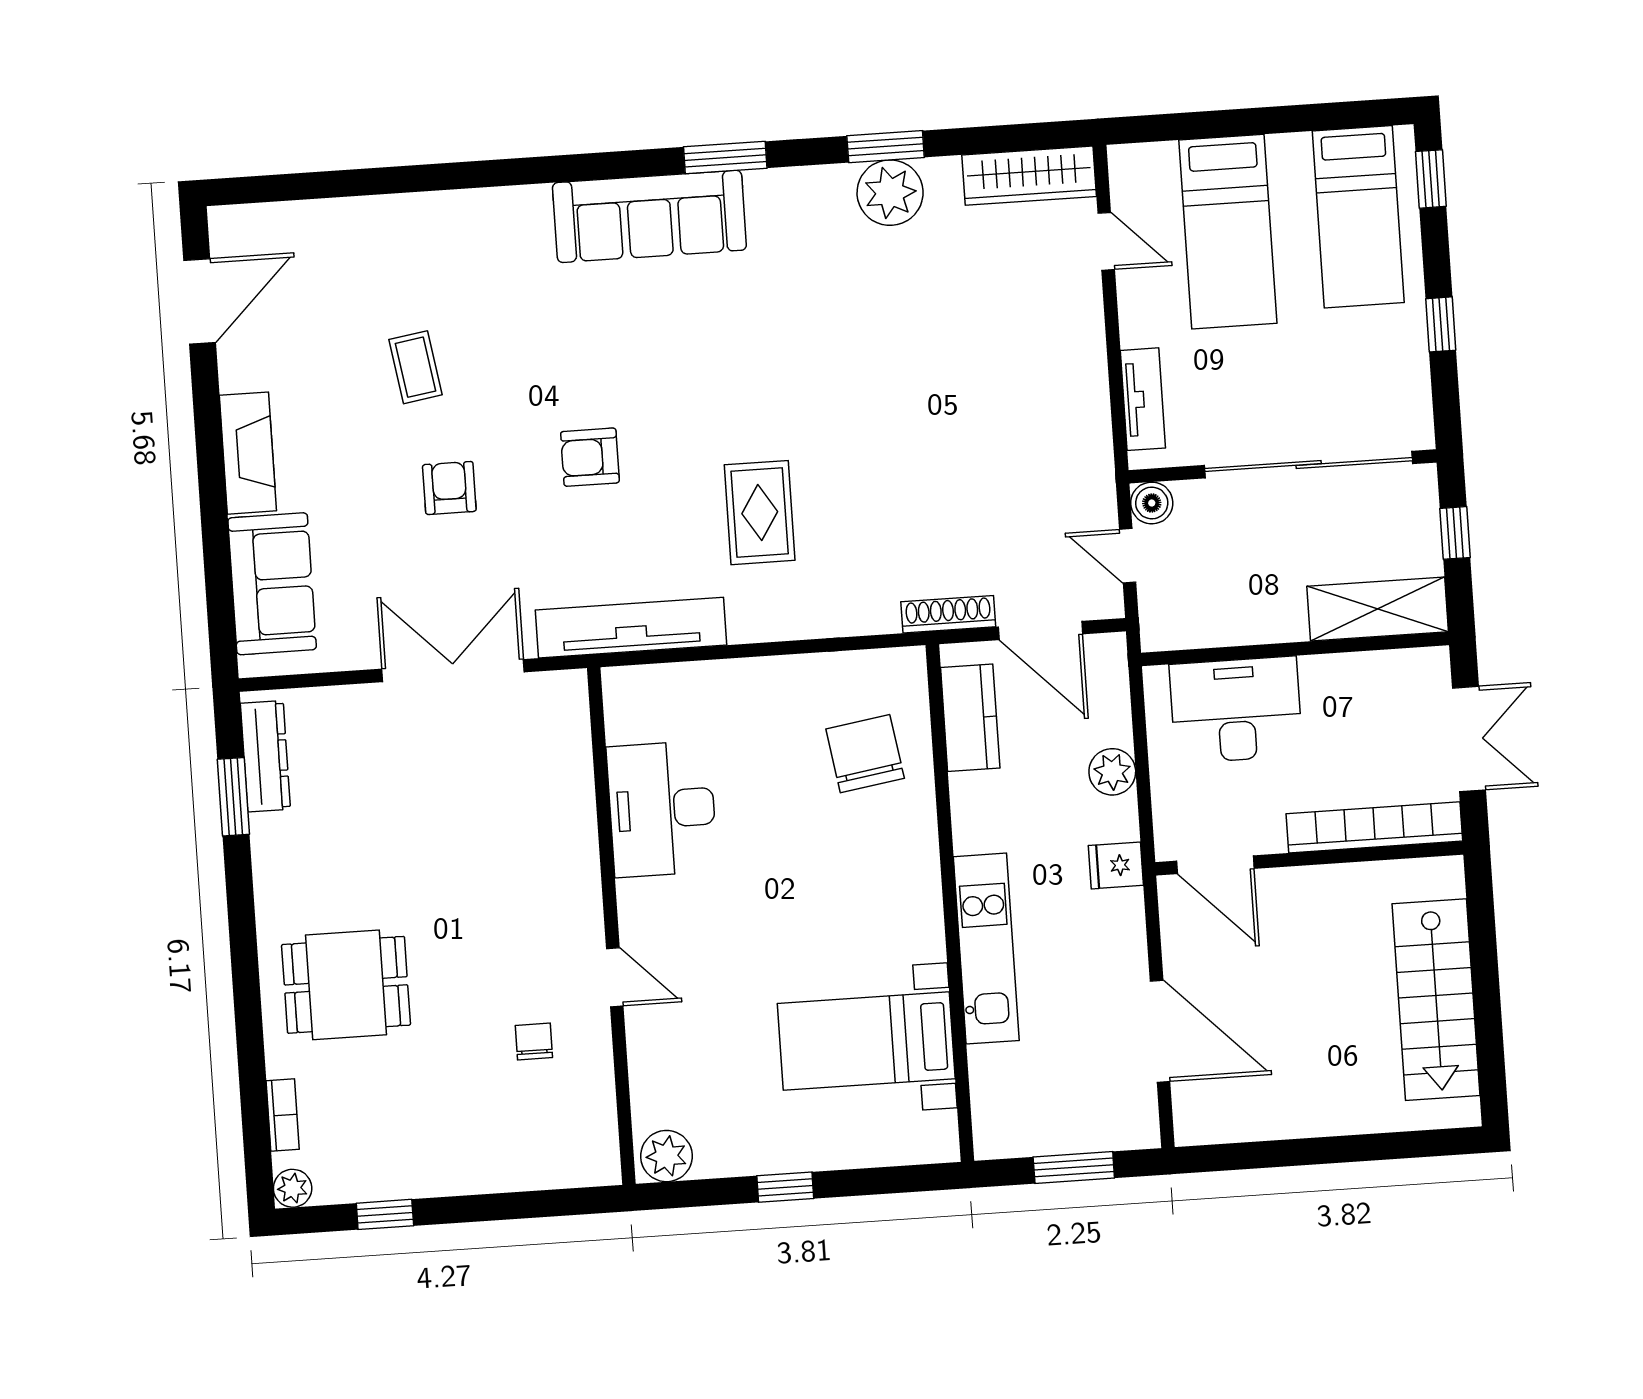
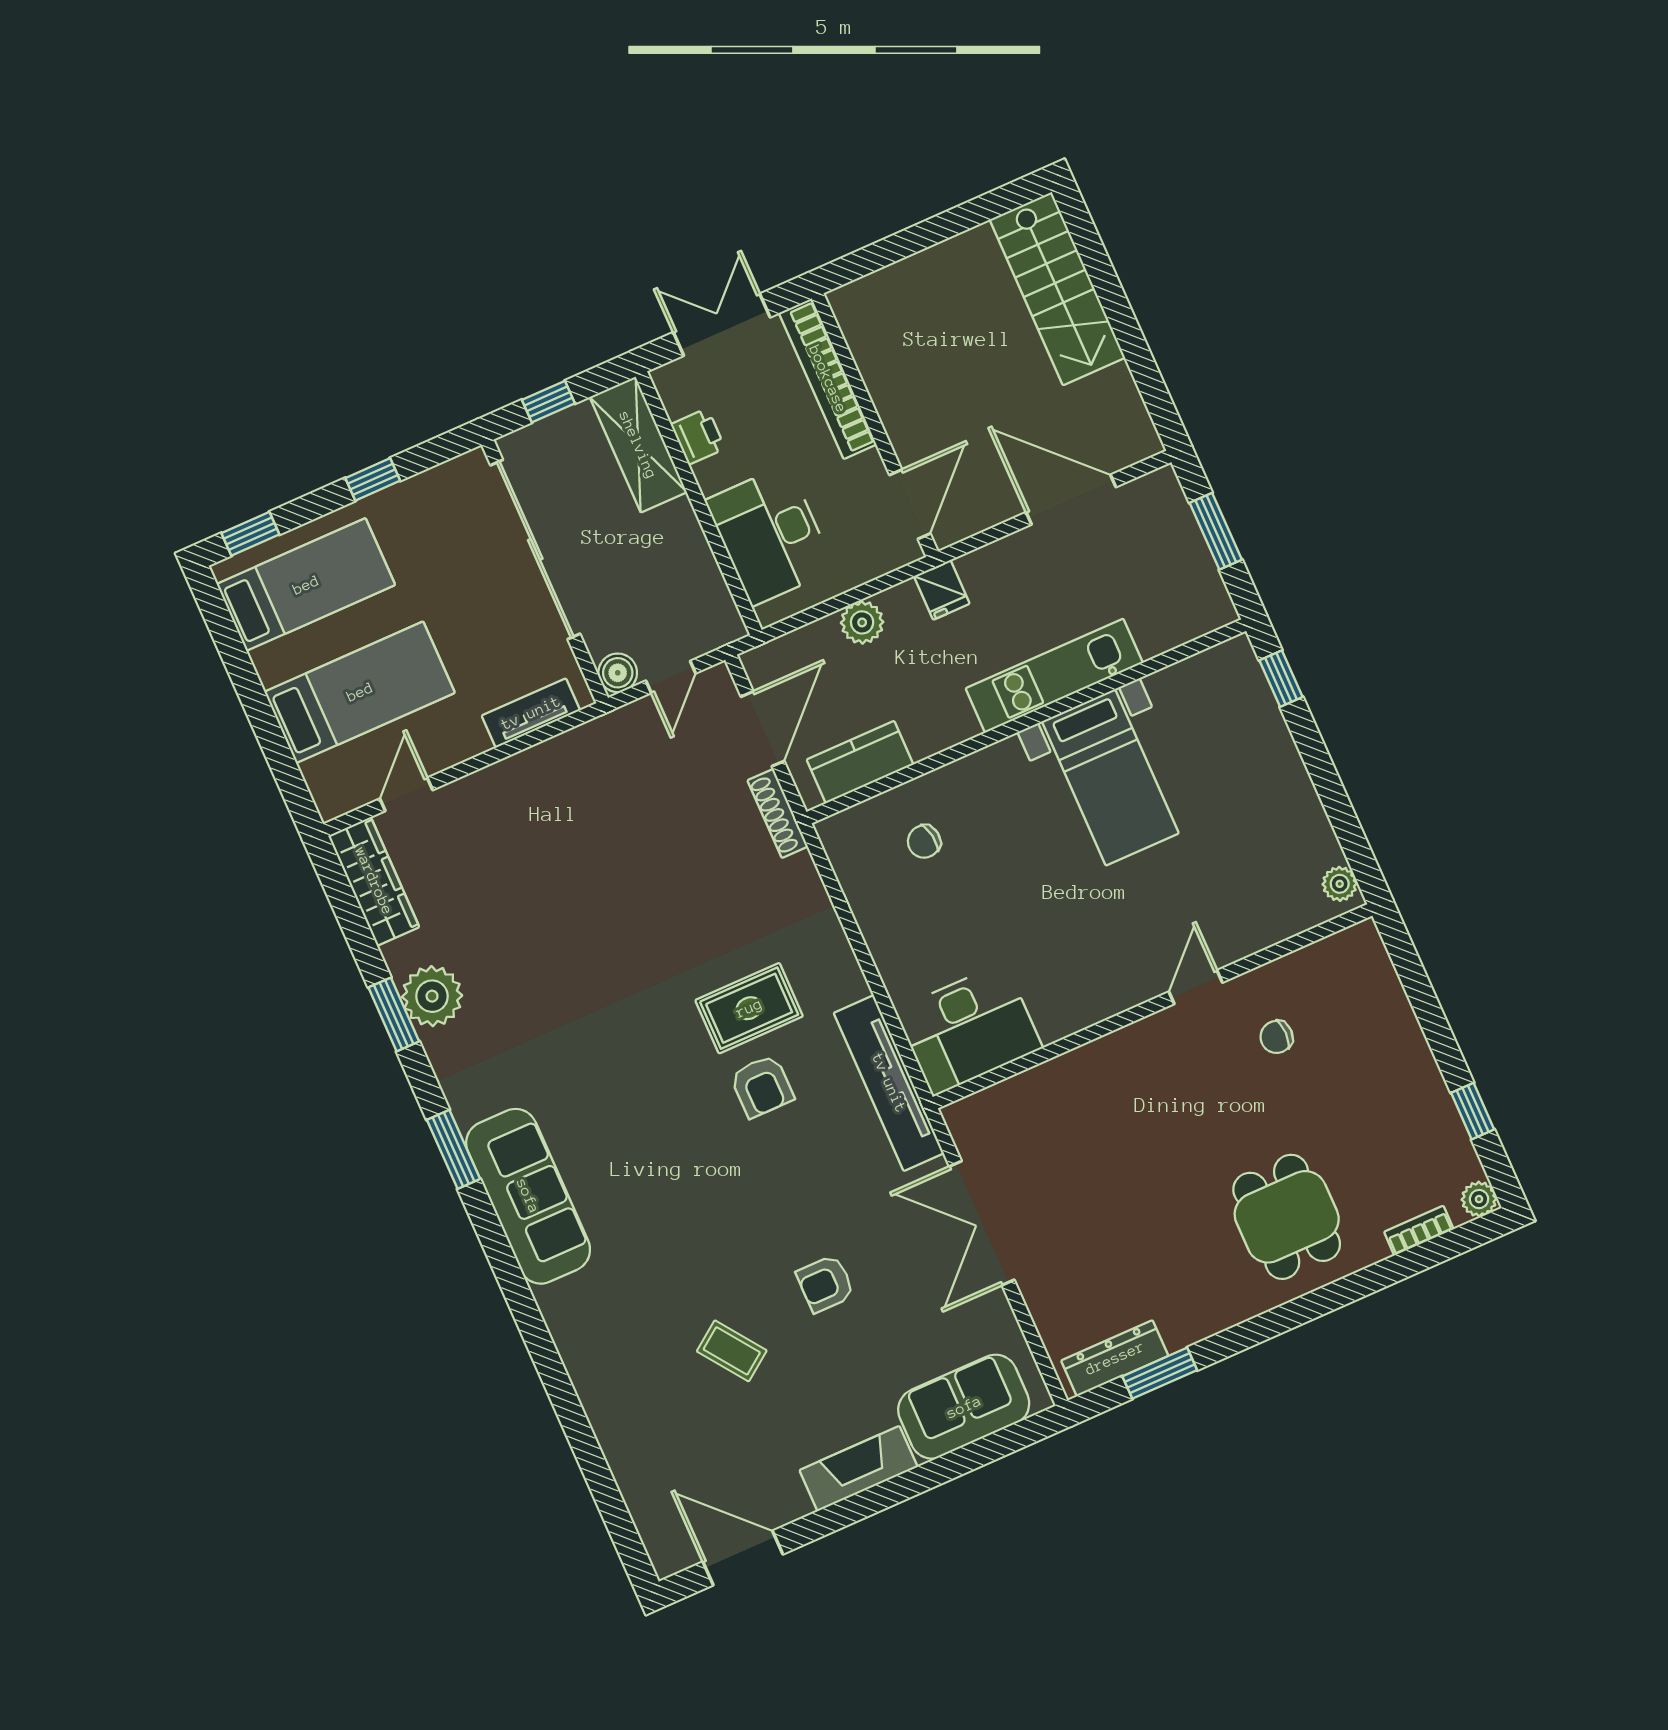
coffee table: (415, 367) -> (732, 1351), turned 63
armchair: (590, 457) -> (762, 1086), moved
printer: (1364, 673) -> (698, 436), added
chair: (865, 754) -> (924, 841), width x0.54, depth x0.54
desk: (662, 809) -> (969, 1029), moved
stairs: (1436, 1000) -> (1057, 289), moved, turned 90
door: (1160, 1031) -> (1071, 500), hinge flipped
bed with nightstands: (866, 1041) -> (1110, 777), moved
plant: (666, 1156) -> (1340, 884), width x0.73, depth x0.73
window: (785, 1187) -> (1281, 679), moved

